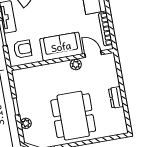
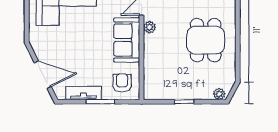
dining table: (73, 116) -> (206, 40), width x0.73
plant: (26, 123) -> (219, 94), moved

